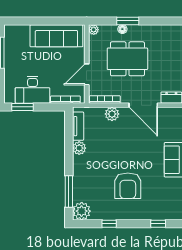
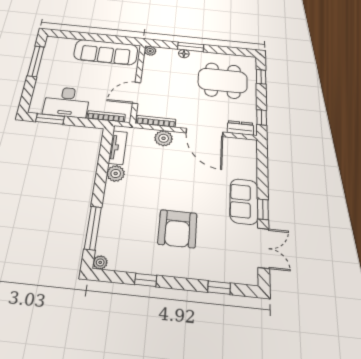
dining table: (127, 59) -> (223, 81), moved
plant: (82, 211) -> (100, 262), width x0.53, depth x0.53

